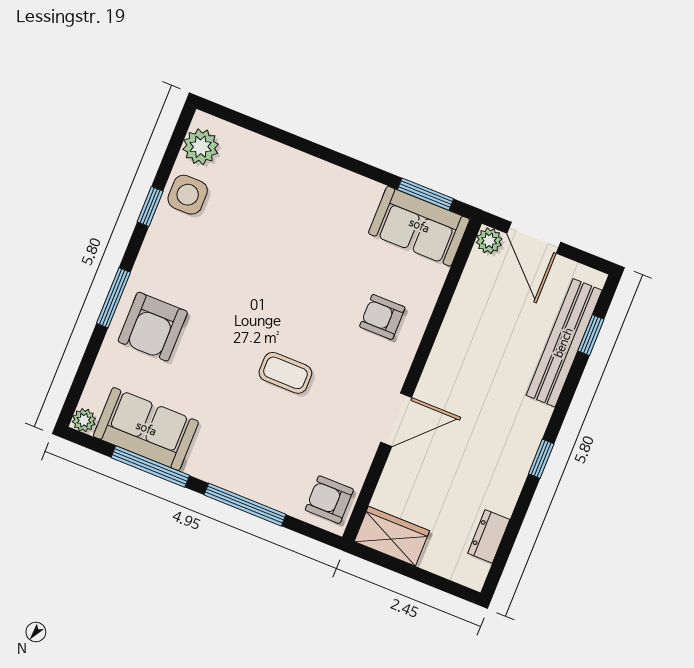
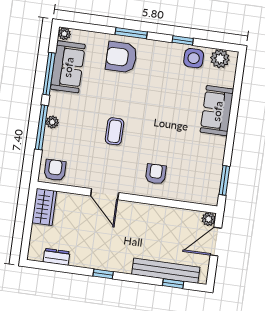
sofa: (419, 226) -> (217, 111), moved
plant: (240, 483) -> (52, 122), added

